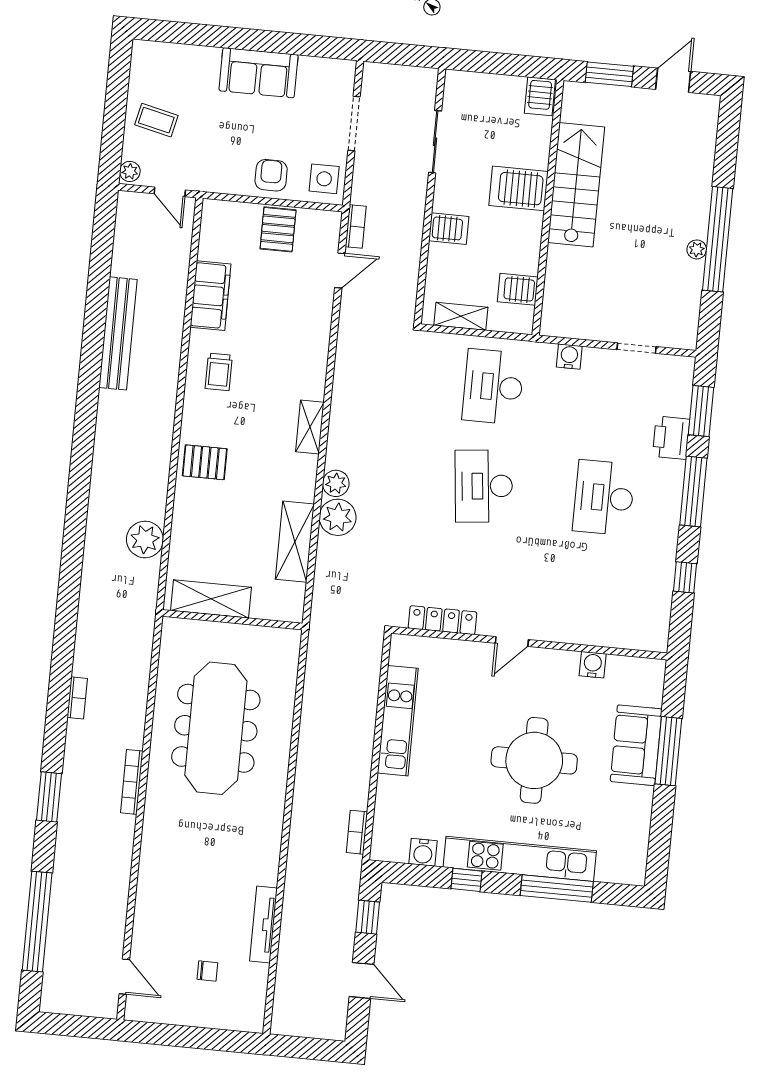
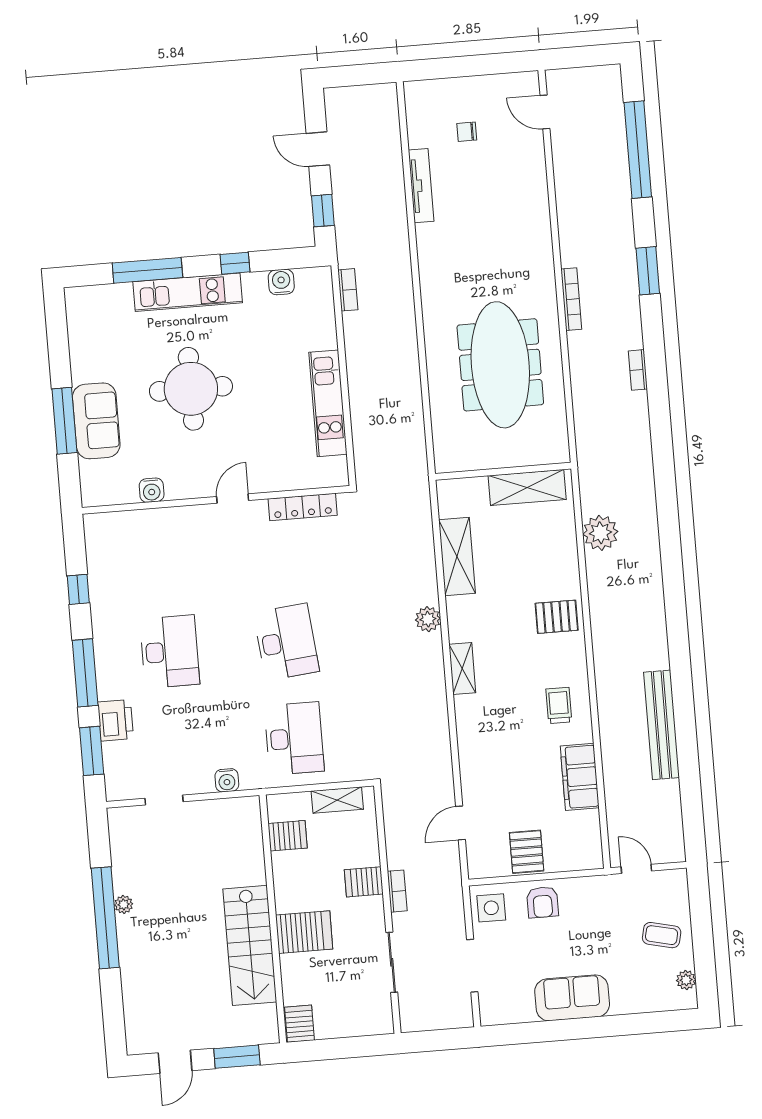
plant: (130, 171) -> (686, 980), moved
bookcase: (356, 226) -> (397, 891), moved, turned 180
plant: (338, 517) -> (420, 587), removed
kitchen unit: (520, 859) -> (188, 292), width x0.73

